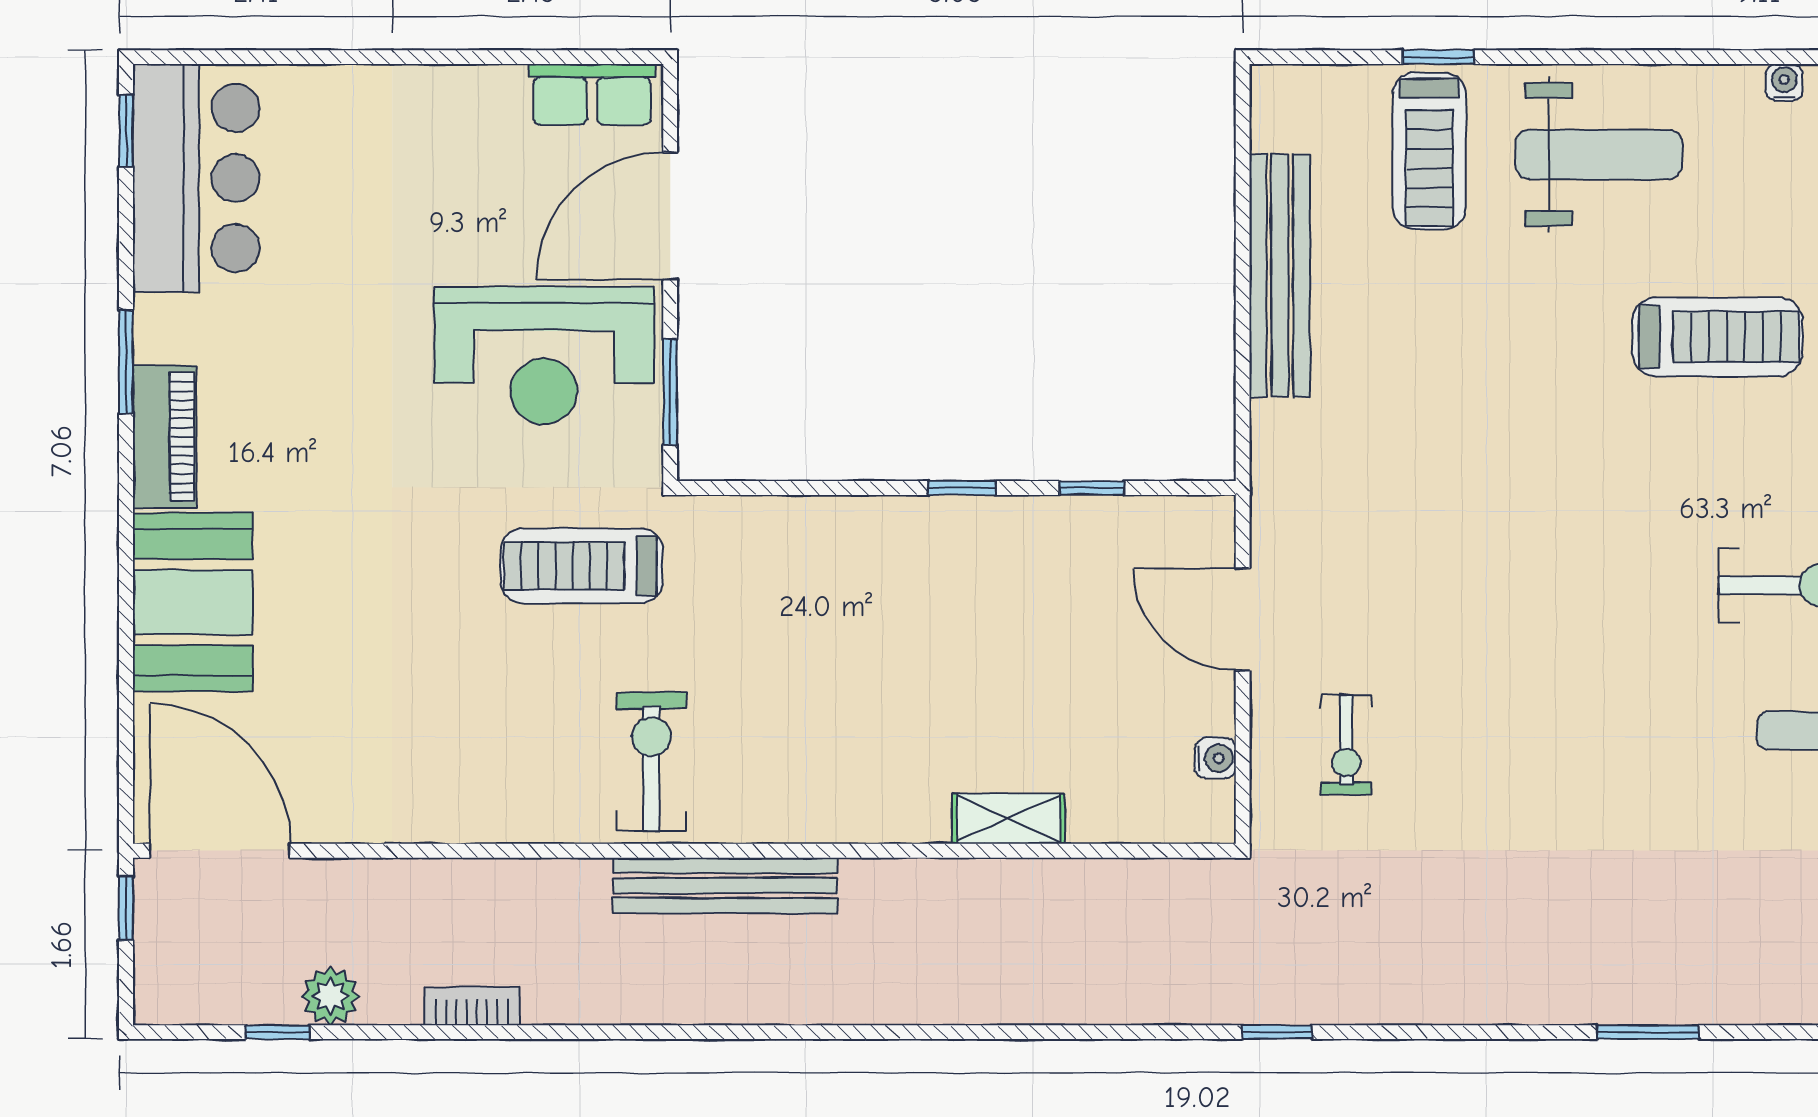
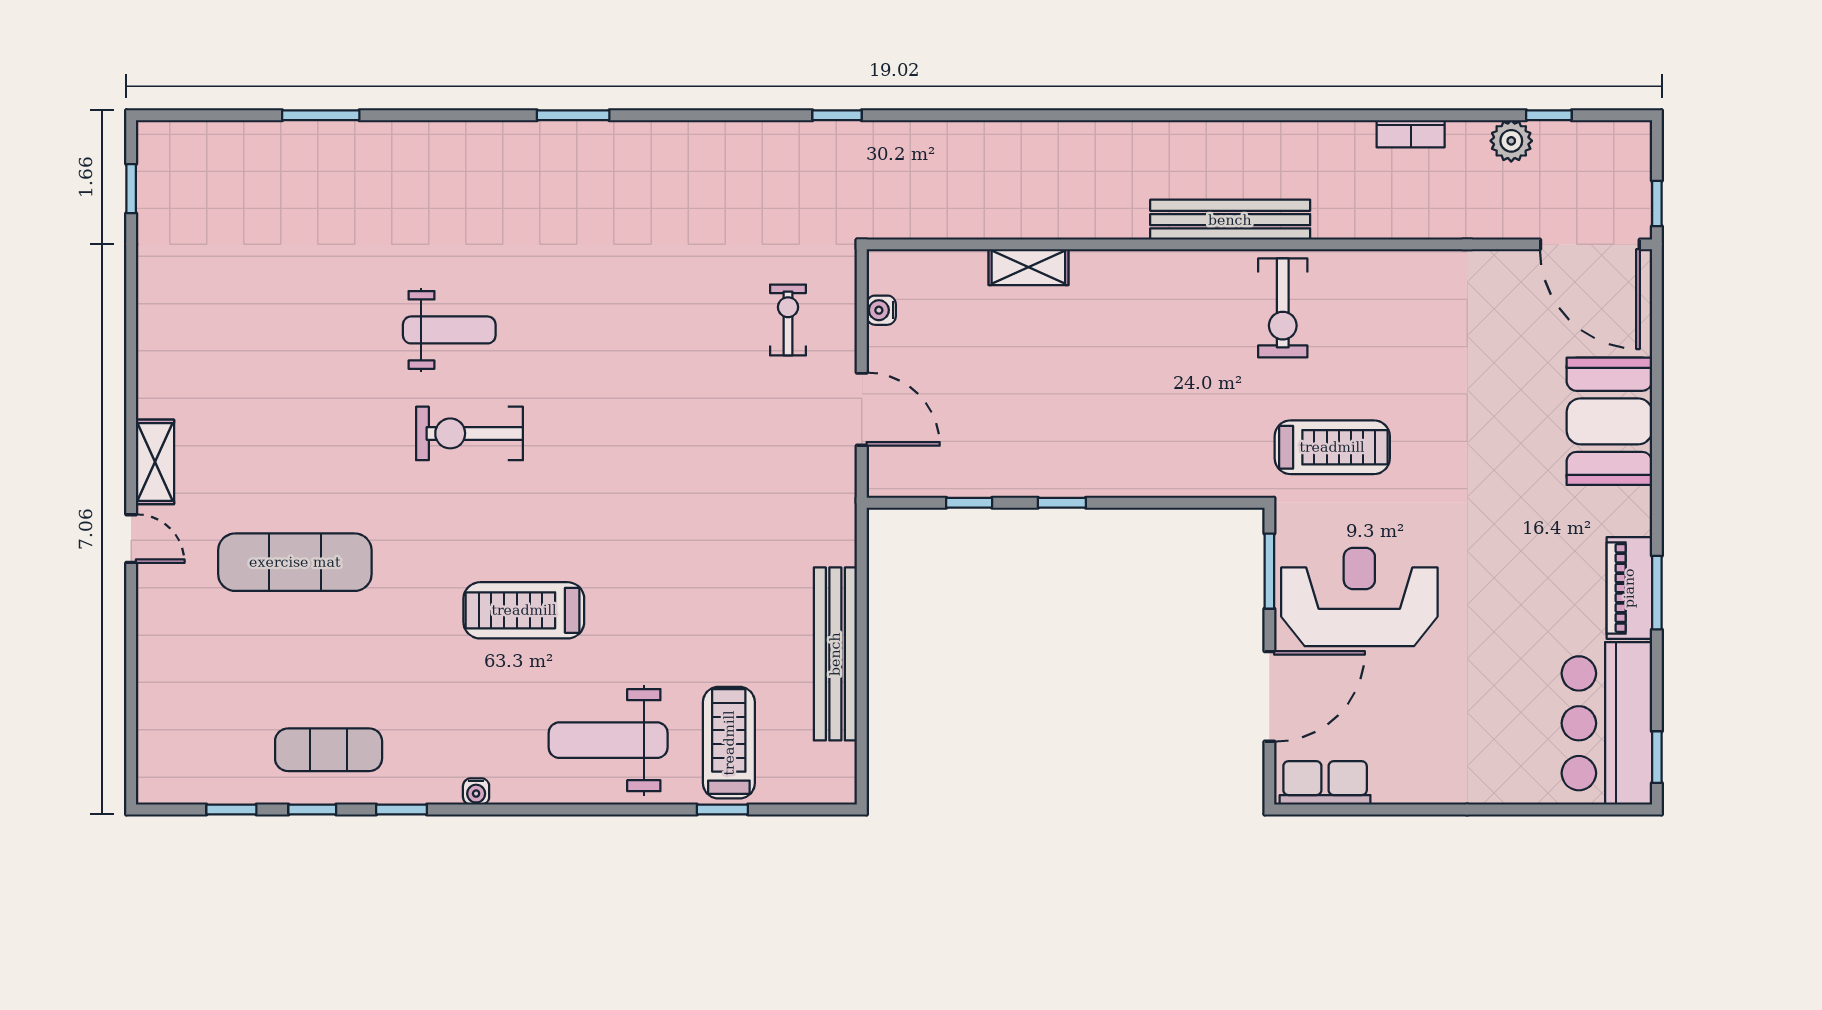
piano: (165, 437) -> (1629, 588), moved

